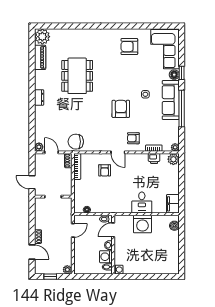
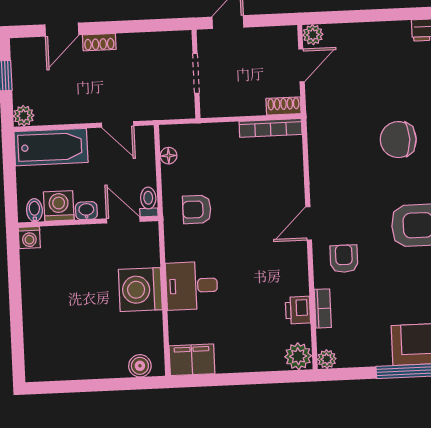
chair: (76, 142) -> (398, 140), moved, turned -90
armchair: (105, 170) -> (197, 209), moved
bathtub: (81, 259) -> (51, 147), added

